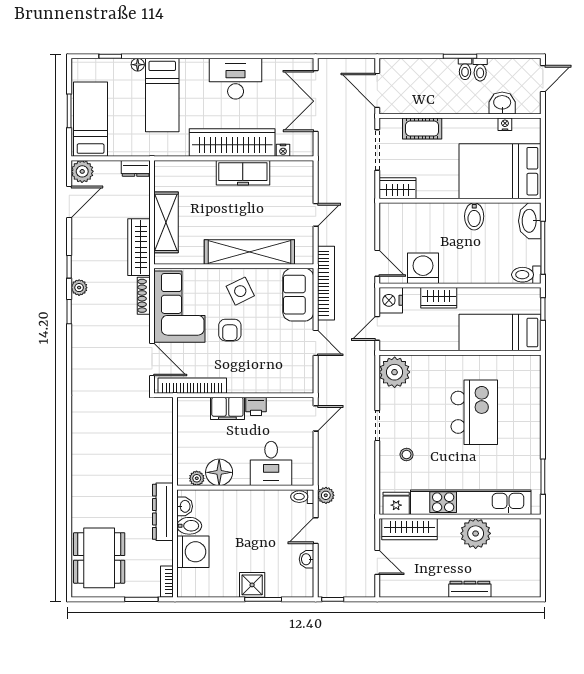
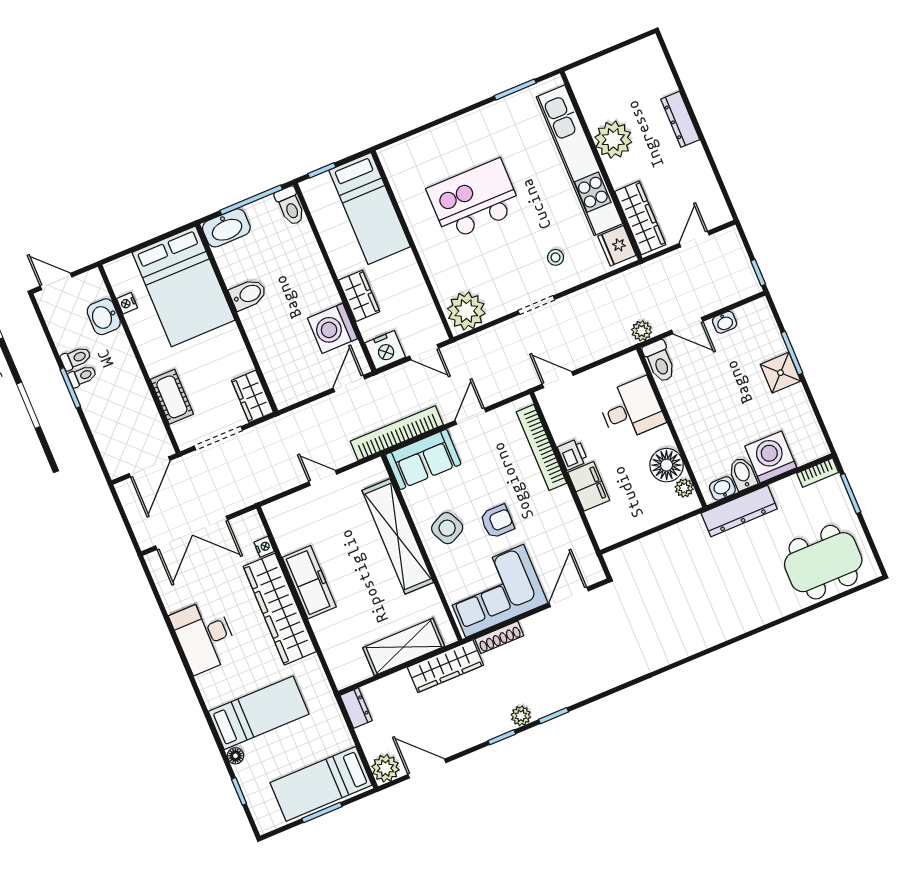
bookcase: (192, 386) -> (541, 448), moved
toilet: (302, 497) -> (660, 361), width x1.37, depth x1.39

